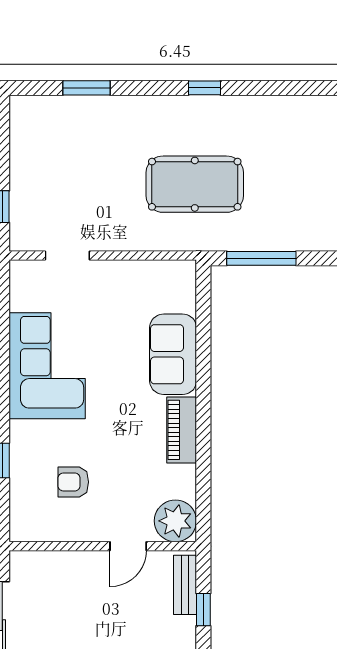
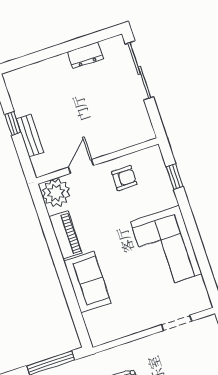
plant: (175, 521) -> (56, 193), moved
wall: (103, 546) -> (97, 161), moved
door: (128, 546) -> (81, 166), moved

